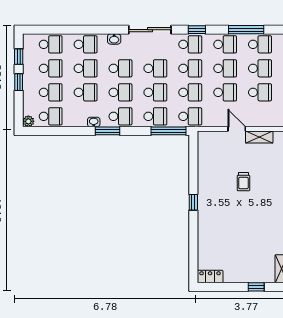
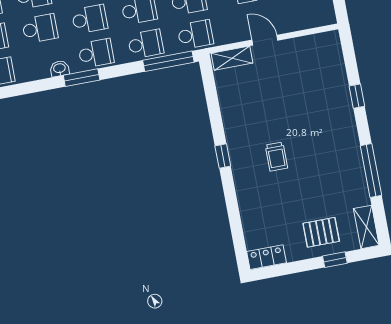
shelving: (259, 137) -> (232, 58), moved
trolley: (243, 182) -> (276, 157), moved
pallet: (250, 267) -> (321, 232), added

